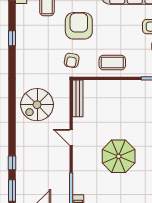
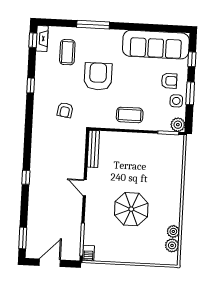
armchair: (72, 60) -> (65, 110), moved
spiral stairs: (37, 105) -> (52, 153), removed
window: (12, 163) -> (26, 177), moved

